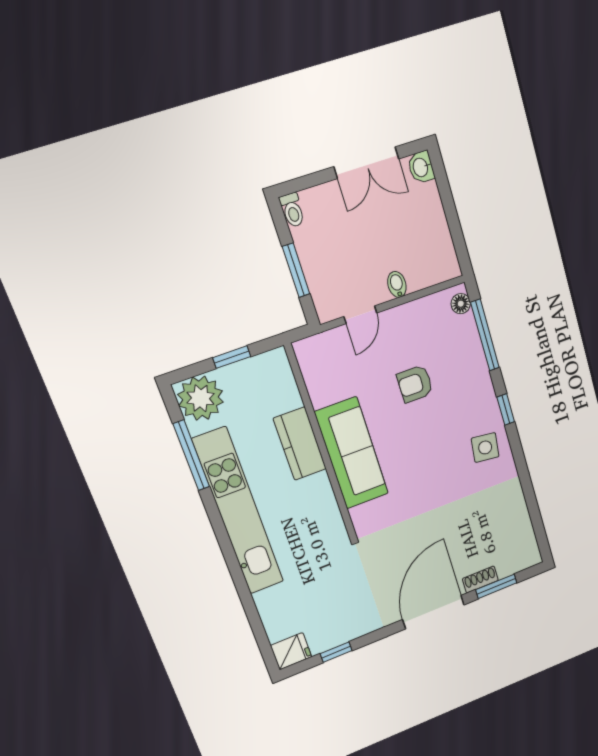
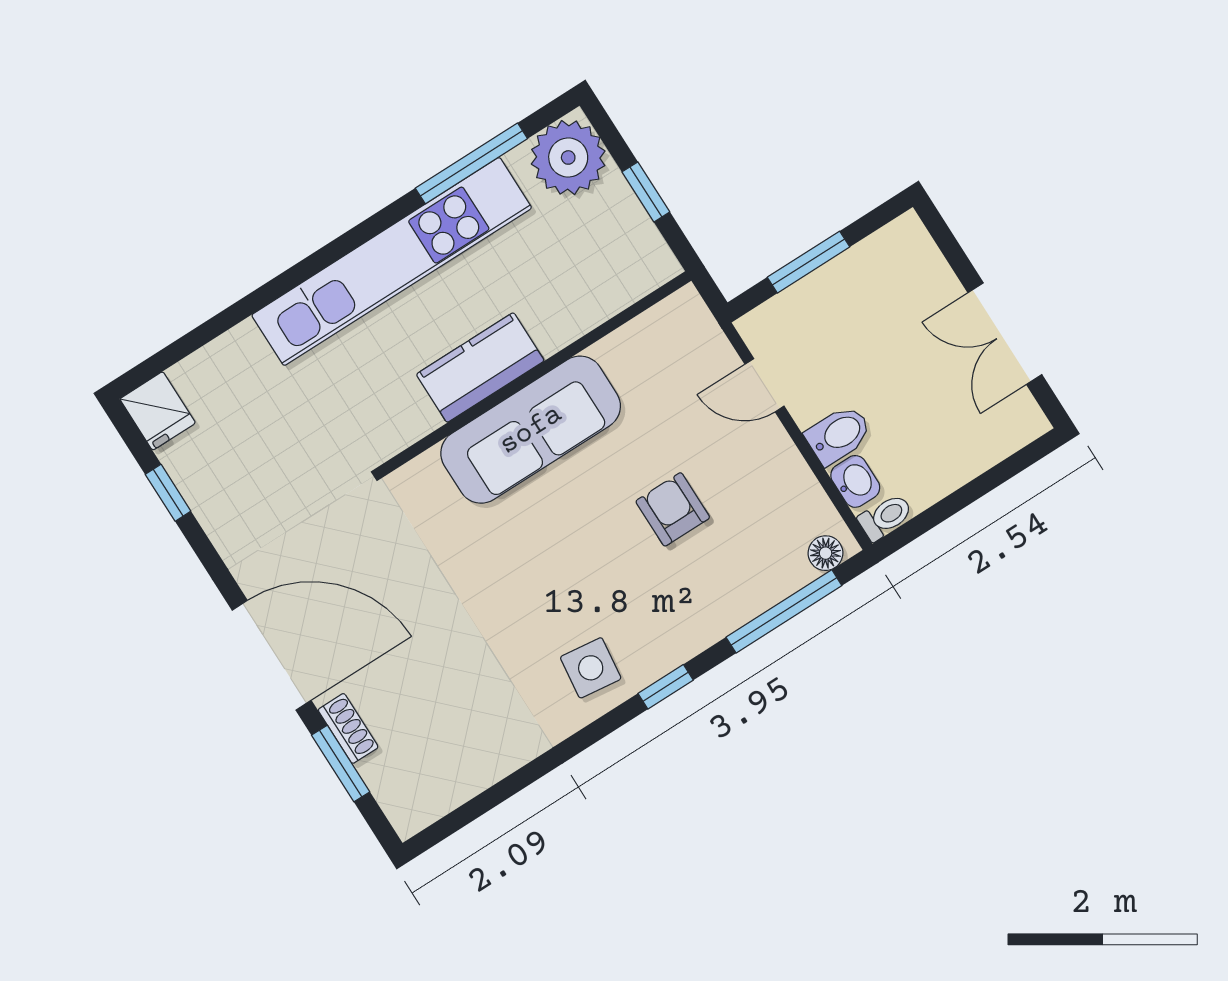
washbasin: (421, 167) -> (855, 481), moved, turned 90
toilet: (292, 210) -> (885, 517), moved, turned 180
bidet: (397, 284) -> (839, 435), width x1.38, depth x1.36
kitchen counter: (300, 444) -> (480, 368), moved

